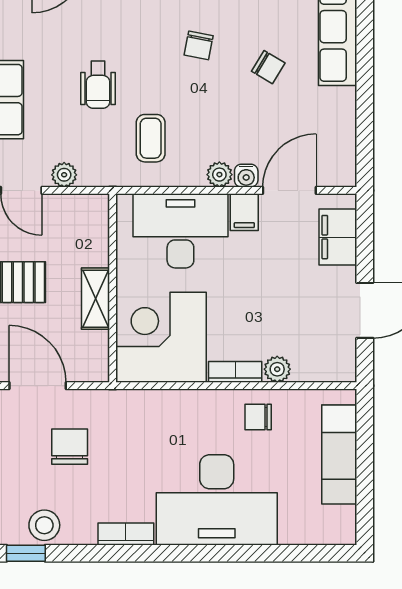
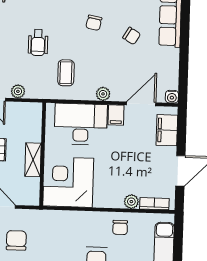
water cooler: (246, 176) -> (172, 97), moved
bookcase: (235, 372) -> (154, 204), moved
chair: (258, 417) -> (120, 227), turned -90

